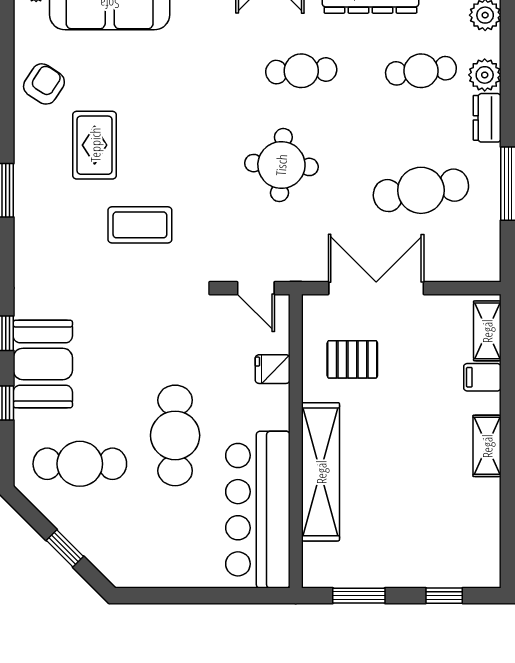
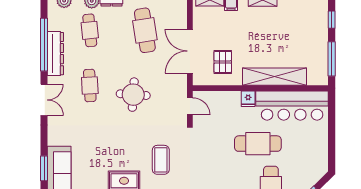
door: (256, 288) -> (190, 106), hinge flipped
fridge: (273, 369) -> (248, 99), moved
window: (359, 596) -> (332, 59), width x1.44

